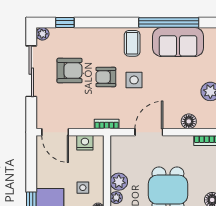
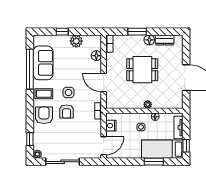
armchair: (70, 71) -> (44, 115), moved
plant: (119, 182) -> (137, 103), removed

